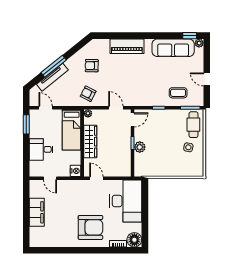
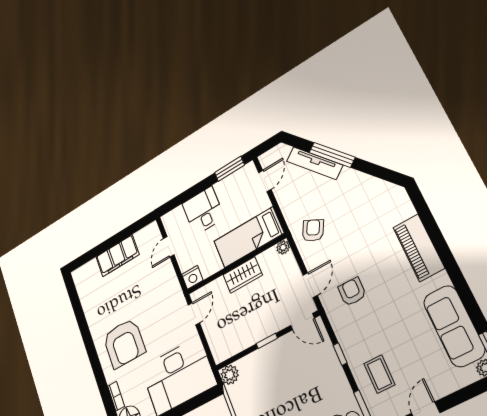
armchair: (92, 66) -> (352, 292), moved
wardrobe: (90, 142) -> (243, 275), width x0.67
plant: (140, 147) -> (230, 375), moved

